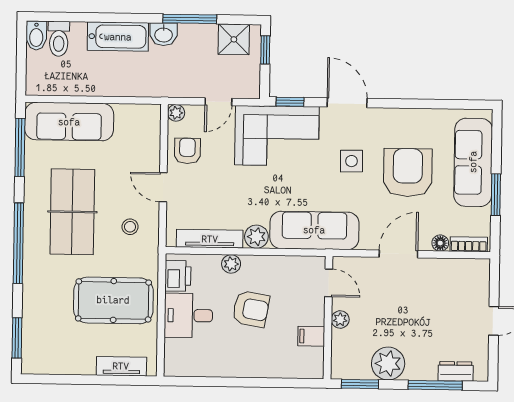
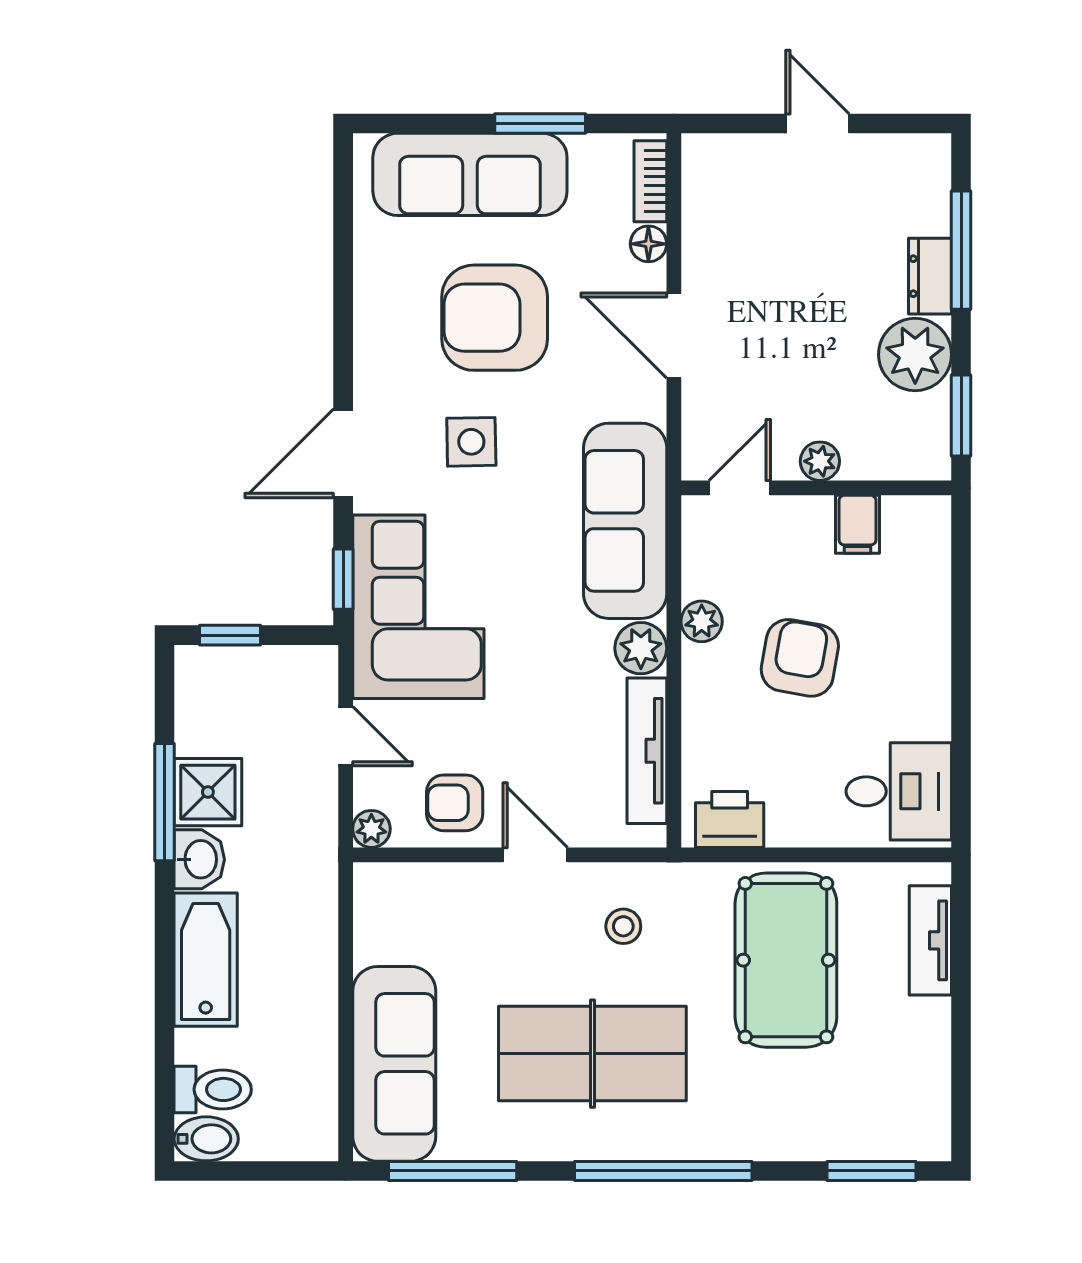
shower: (234, 39) -> (208, 792), moved
door: (163, 187) -> (535, 855), swing flipped
plant: (231, 264) -> (702, 621), moved
desk: (188, 315) -> (899, 791), moved, turned -90
dresser: (456, 371) -> (930, 276), moved

